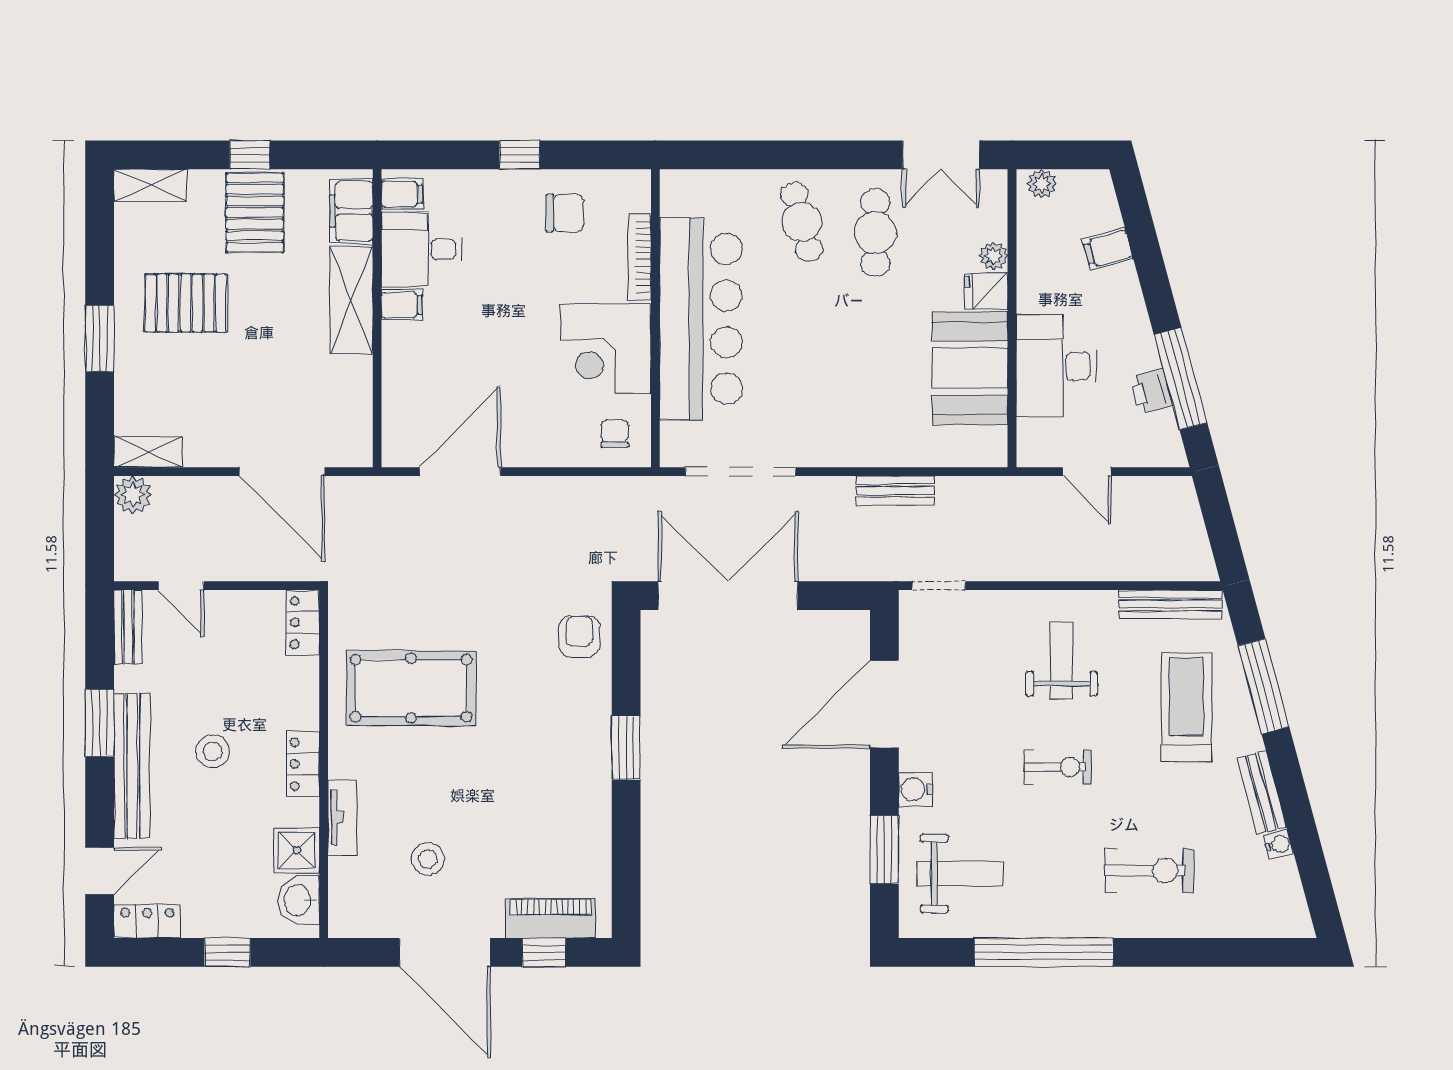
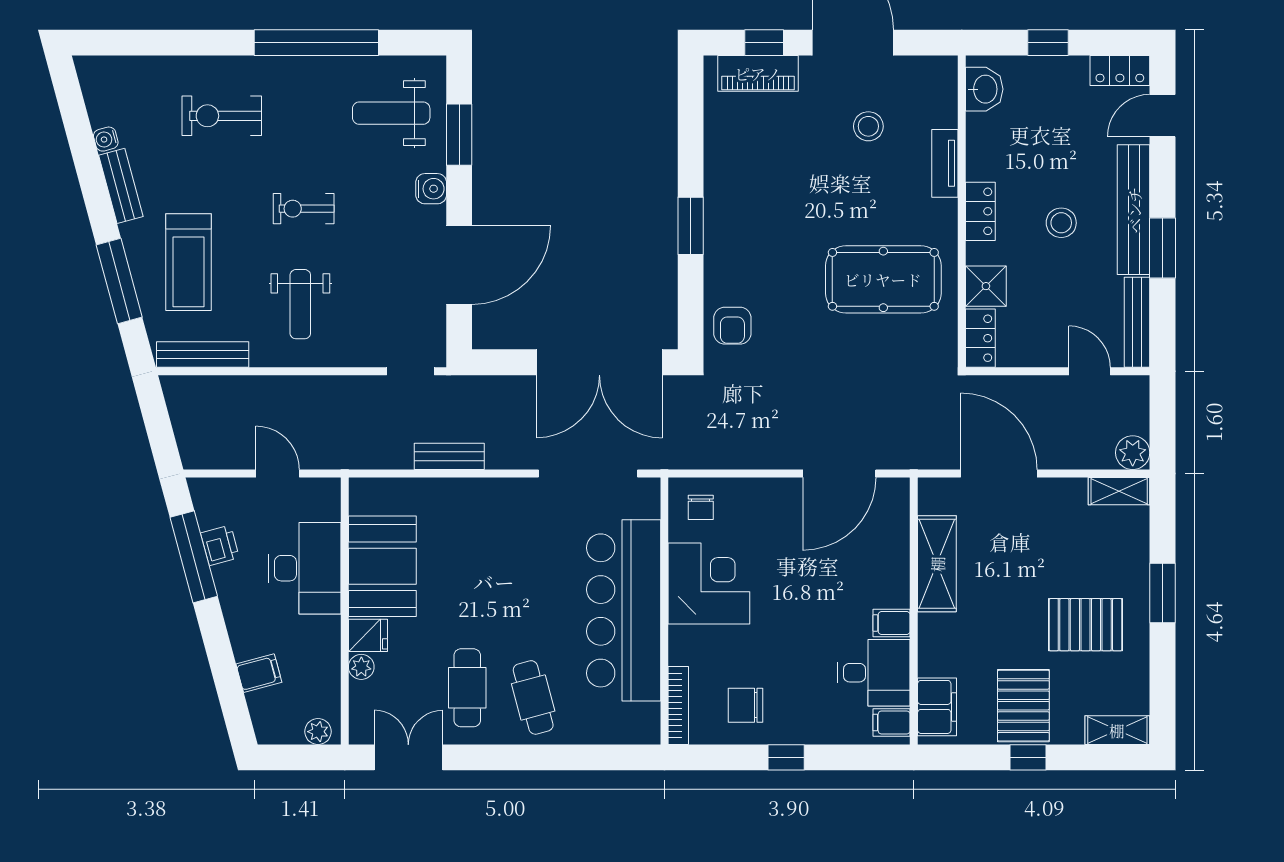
bookcase: (640, 257) -> (678, 705), moved
shelving: (351, 300) -> (937, 564), moved
bench: (128, 627) -> (1137, 322), width x1.36
shower: (297, 850) -> (986, 286), moved

